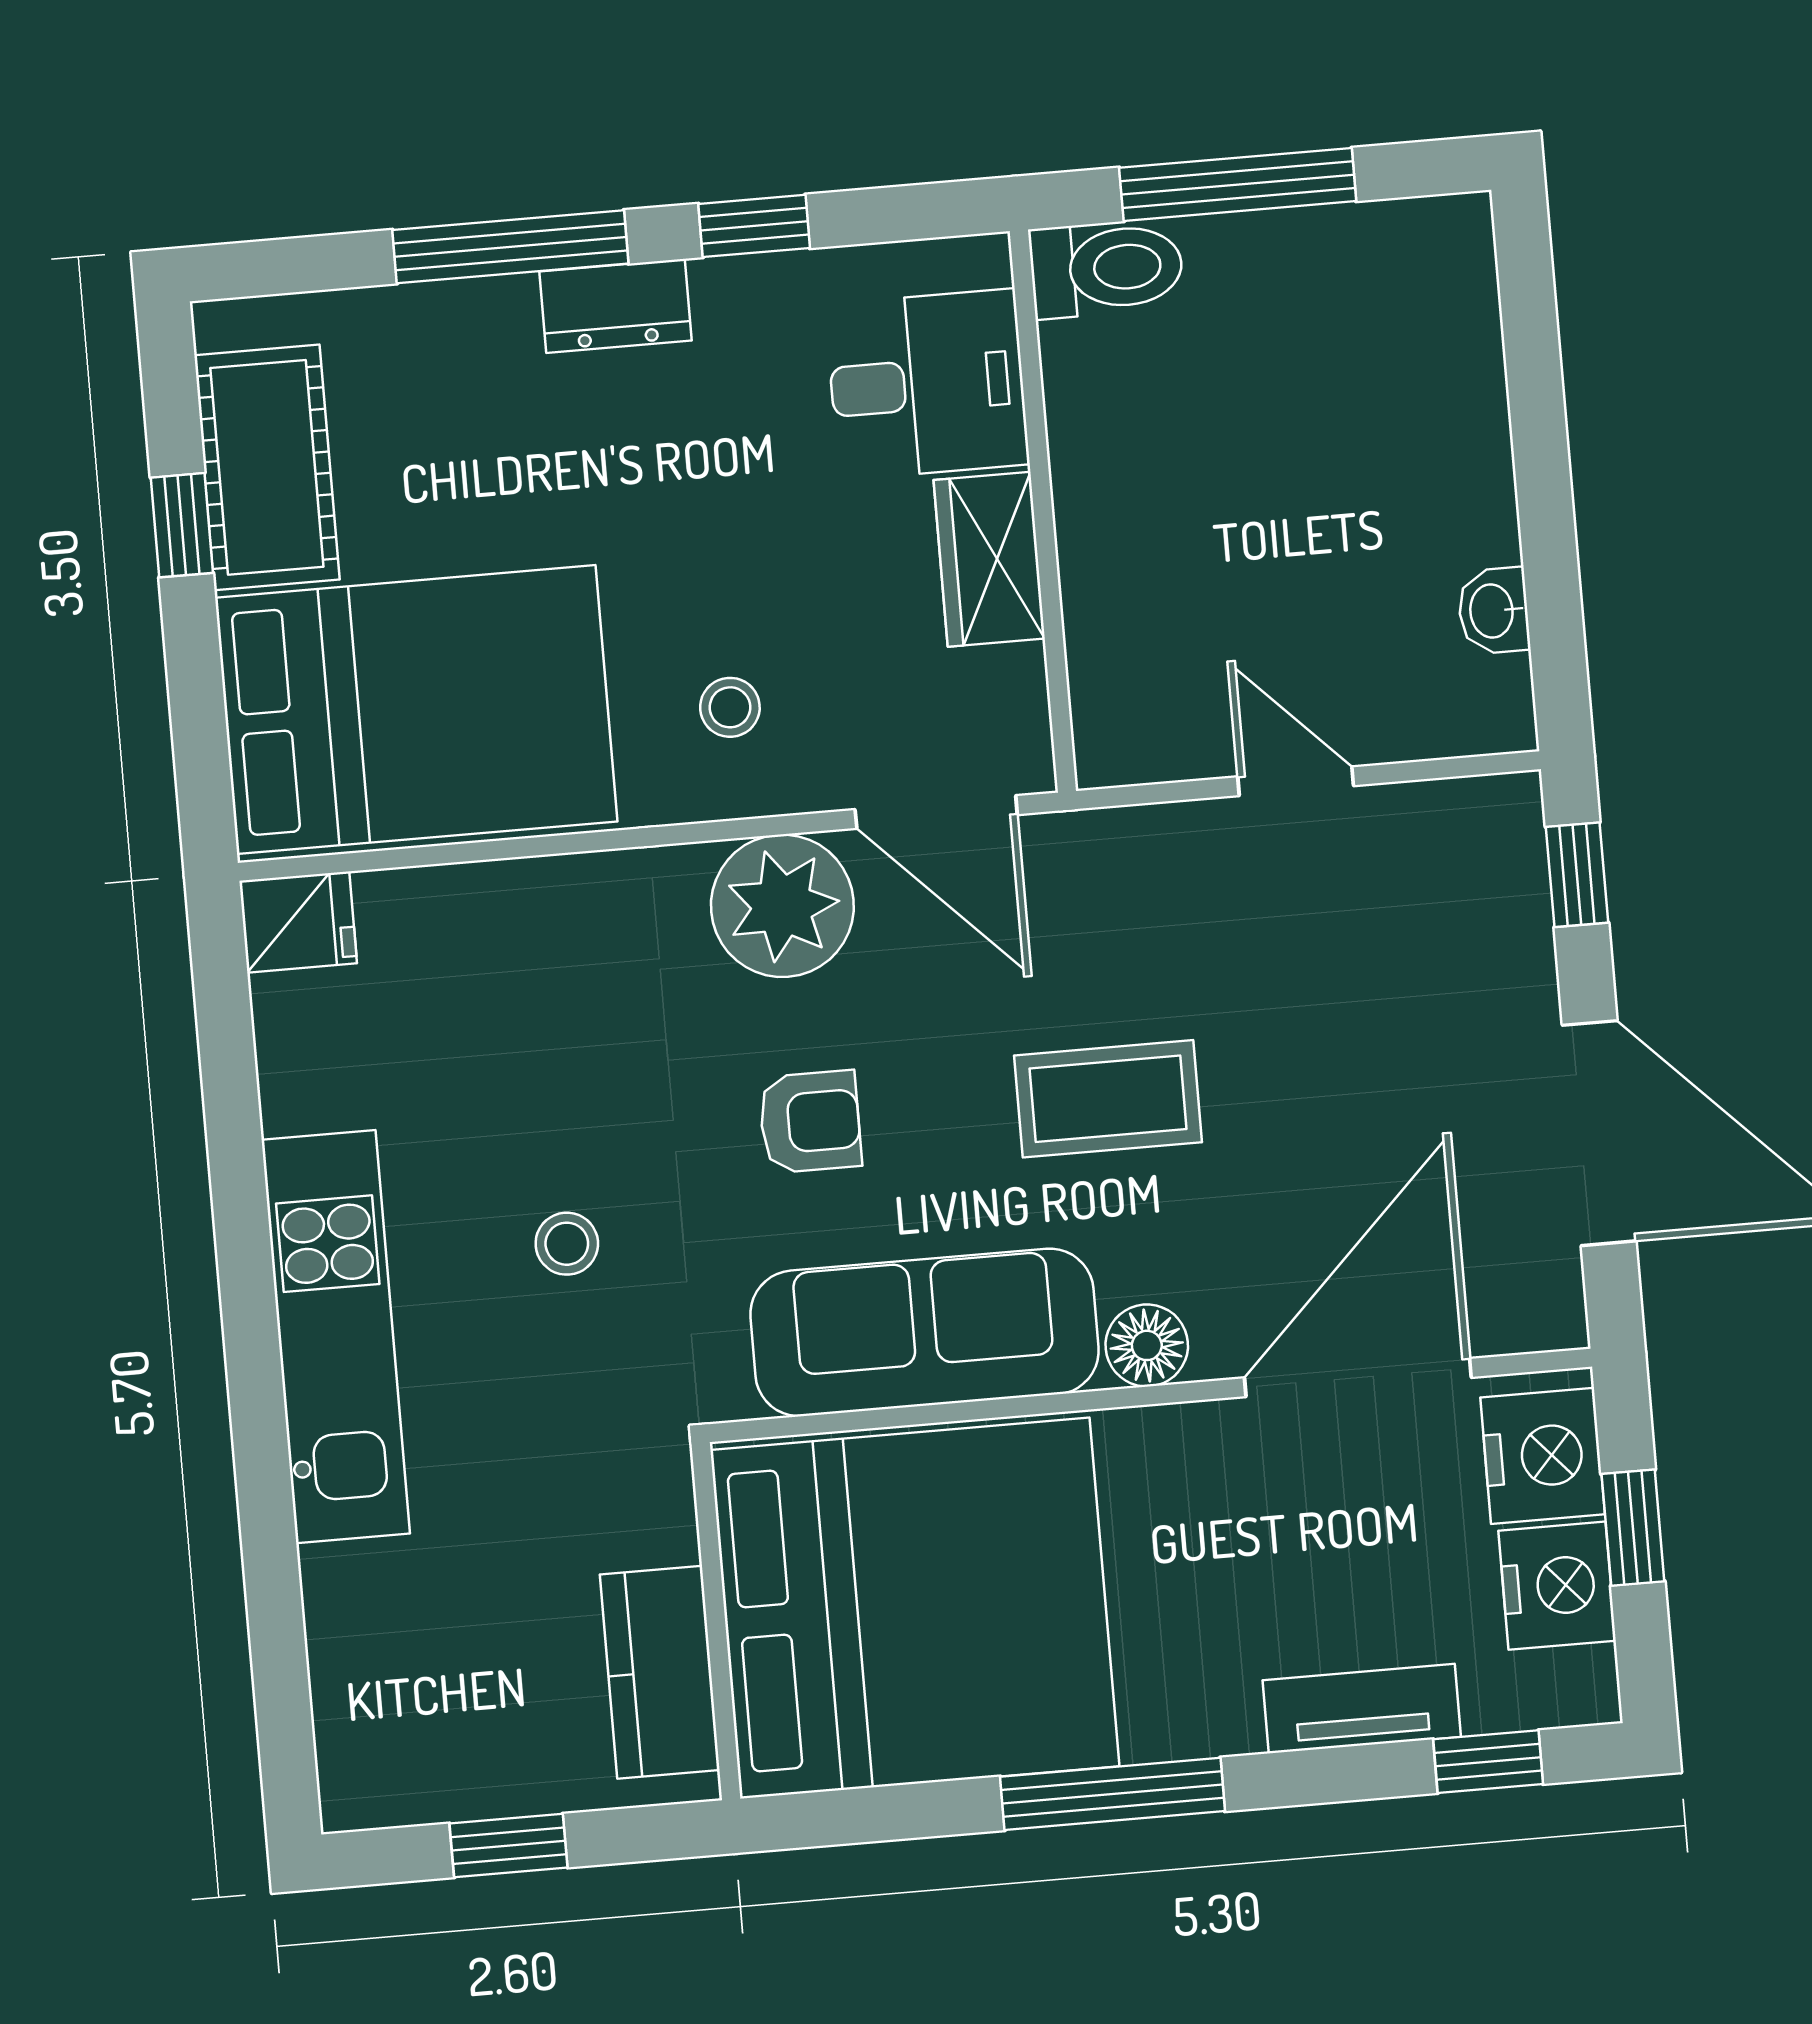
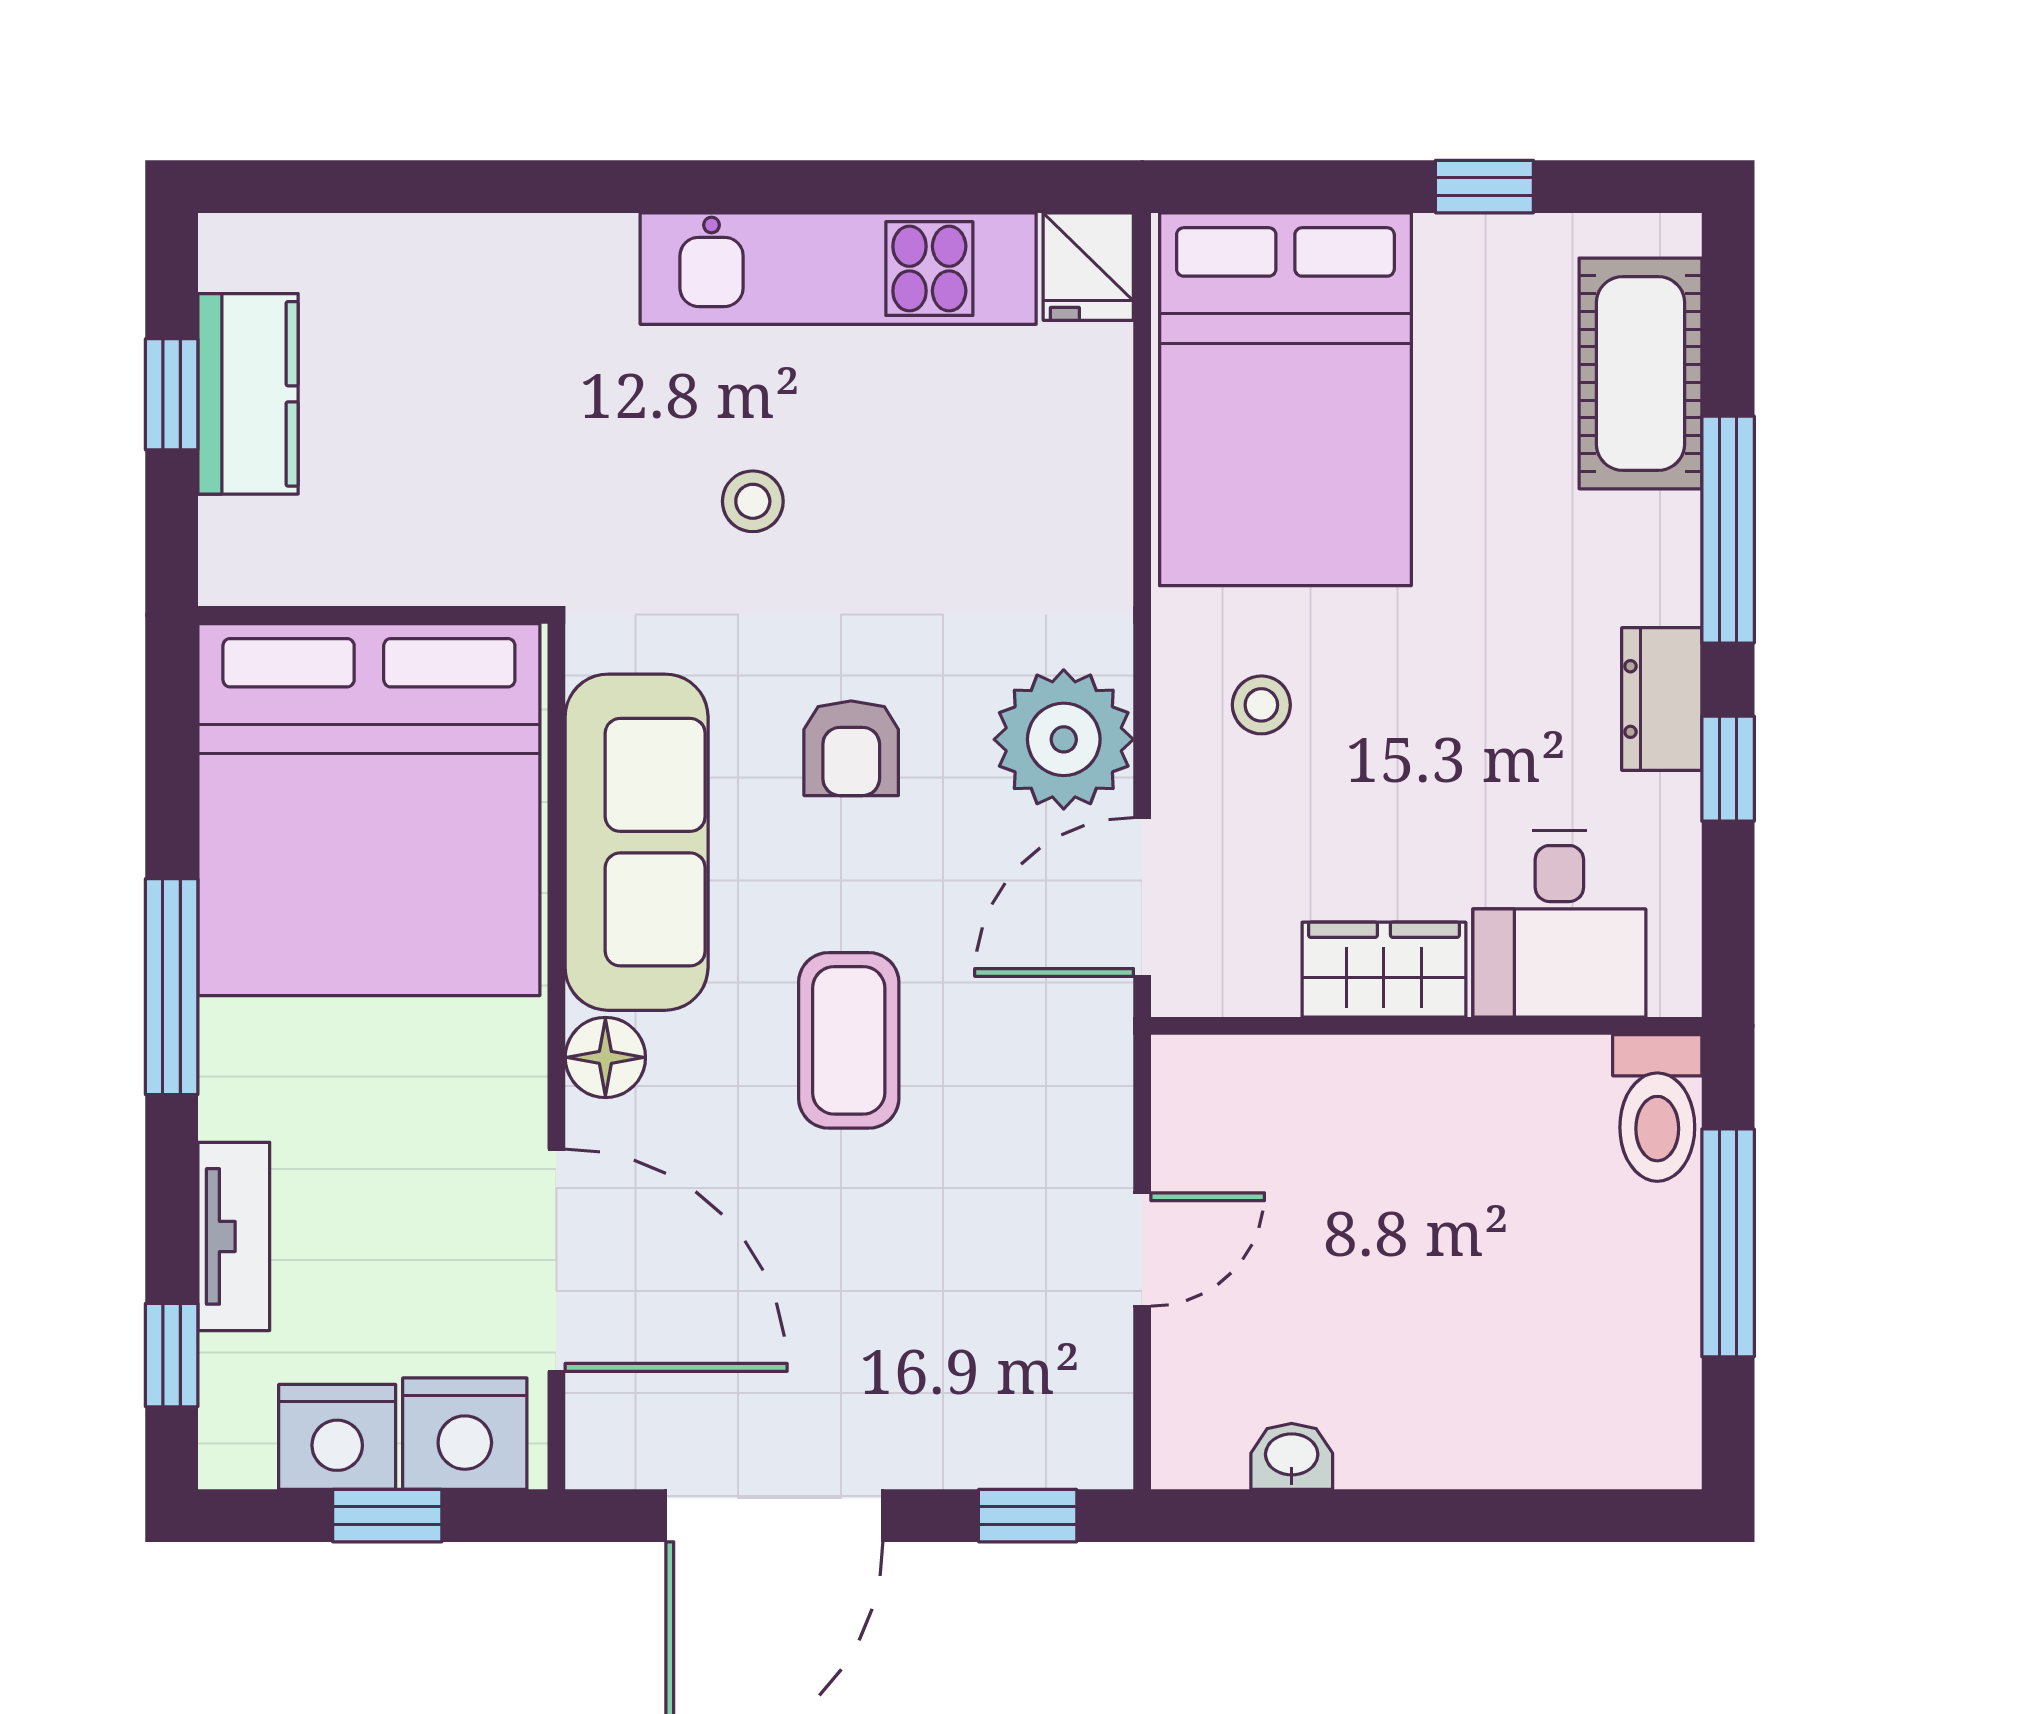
dresser: (616, 306) -> (1662, 699), moved
cot: (267, 467) -> (1640, 373), moved, turned 90
kitchen unit: (336, 1337) -> (838, 269), moved
kitchen counter: (660, 1672) -> (248, 394), moved, turned 90

